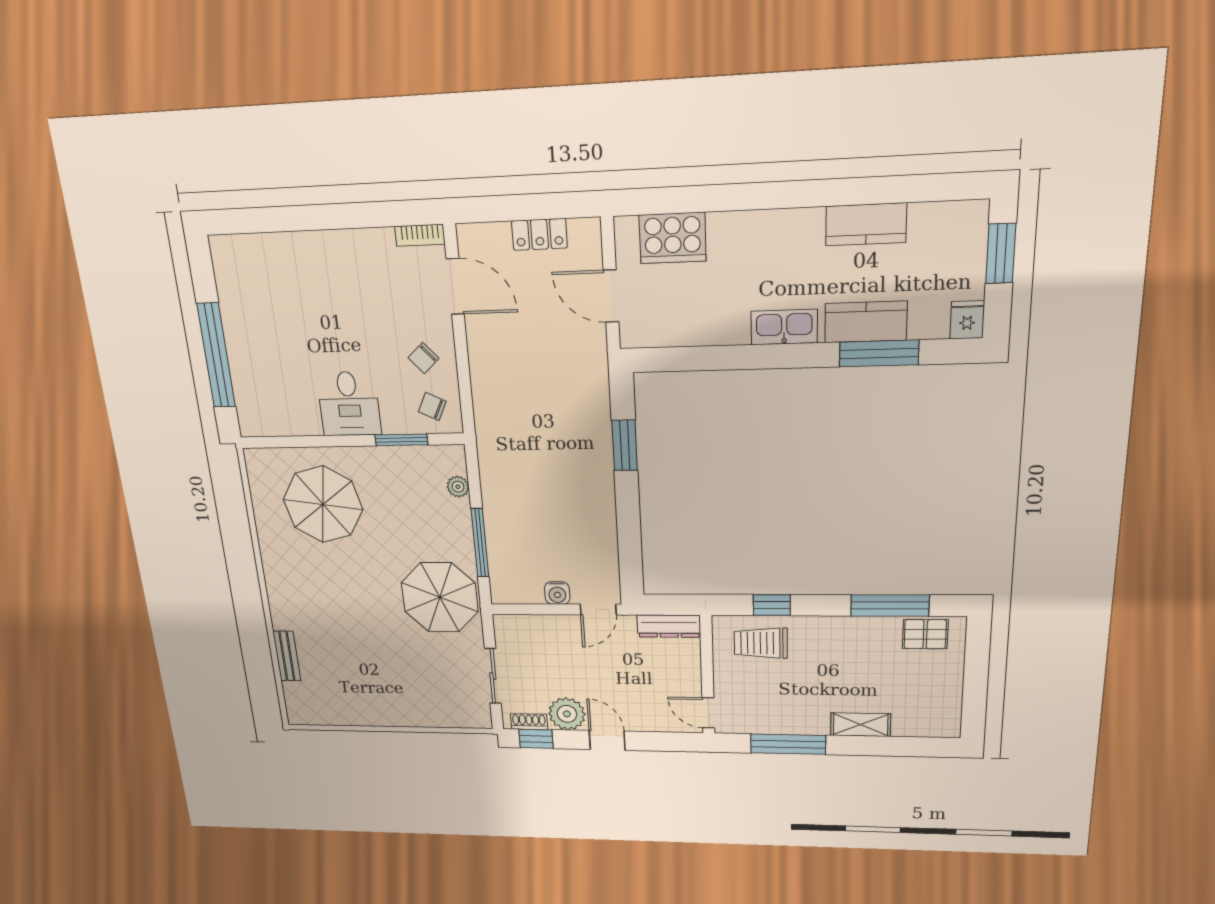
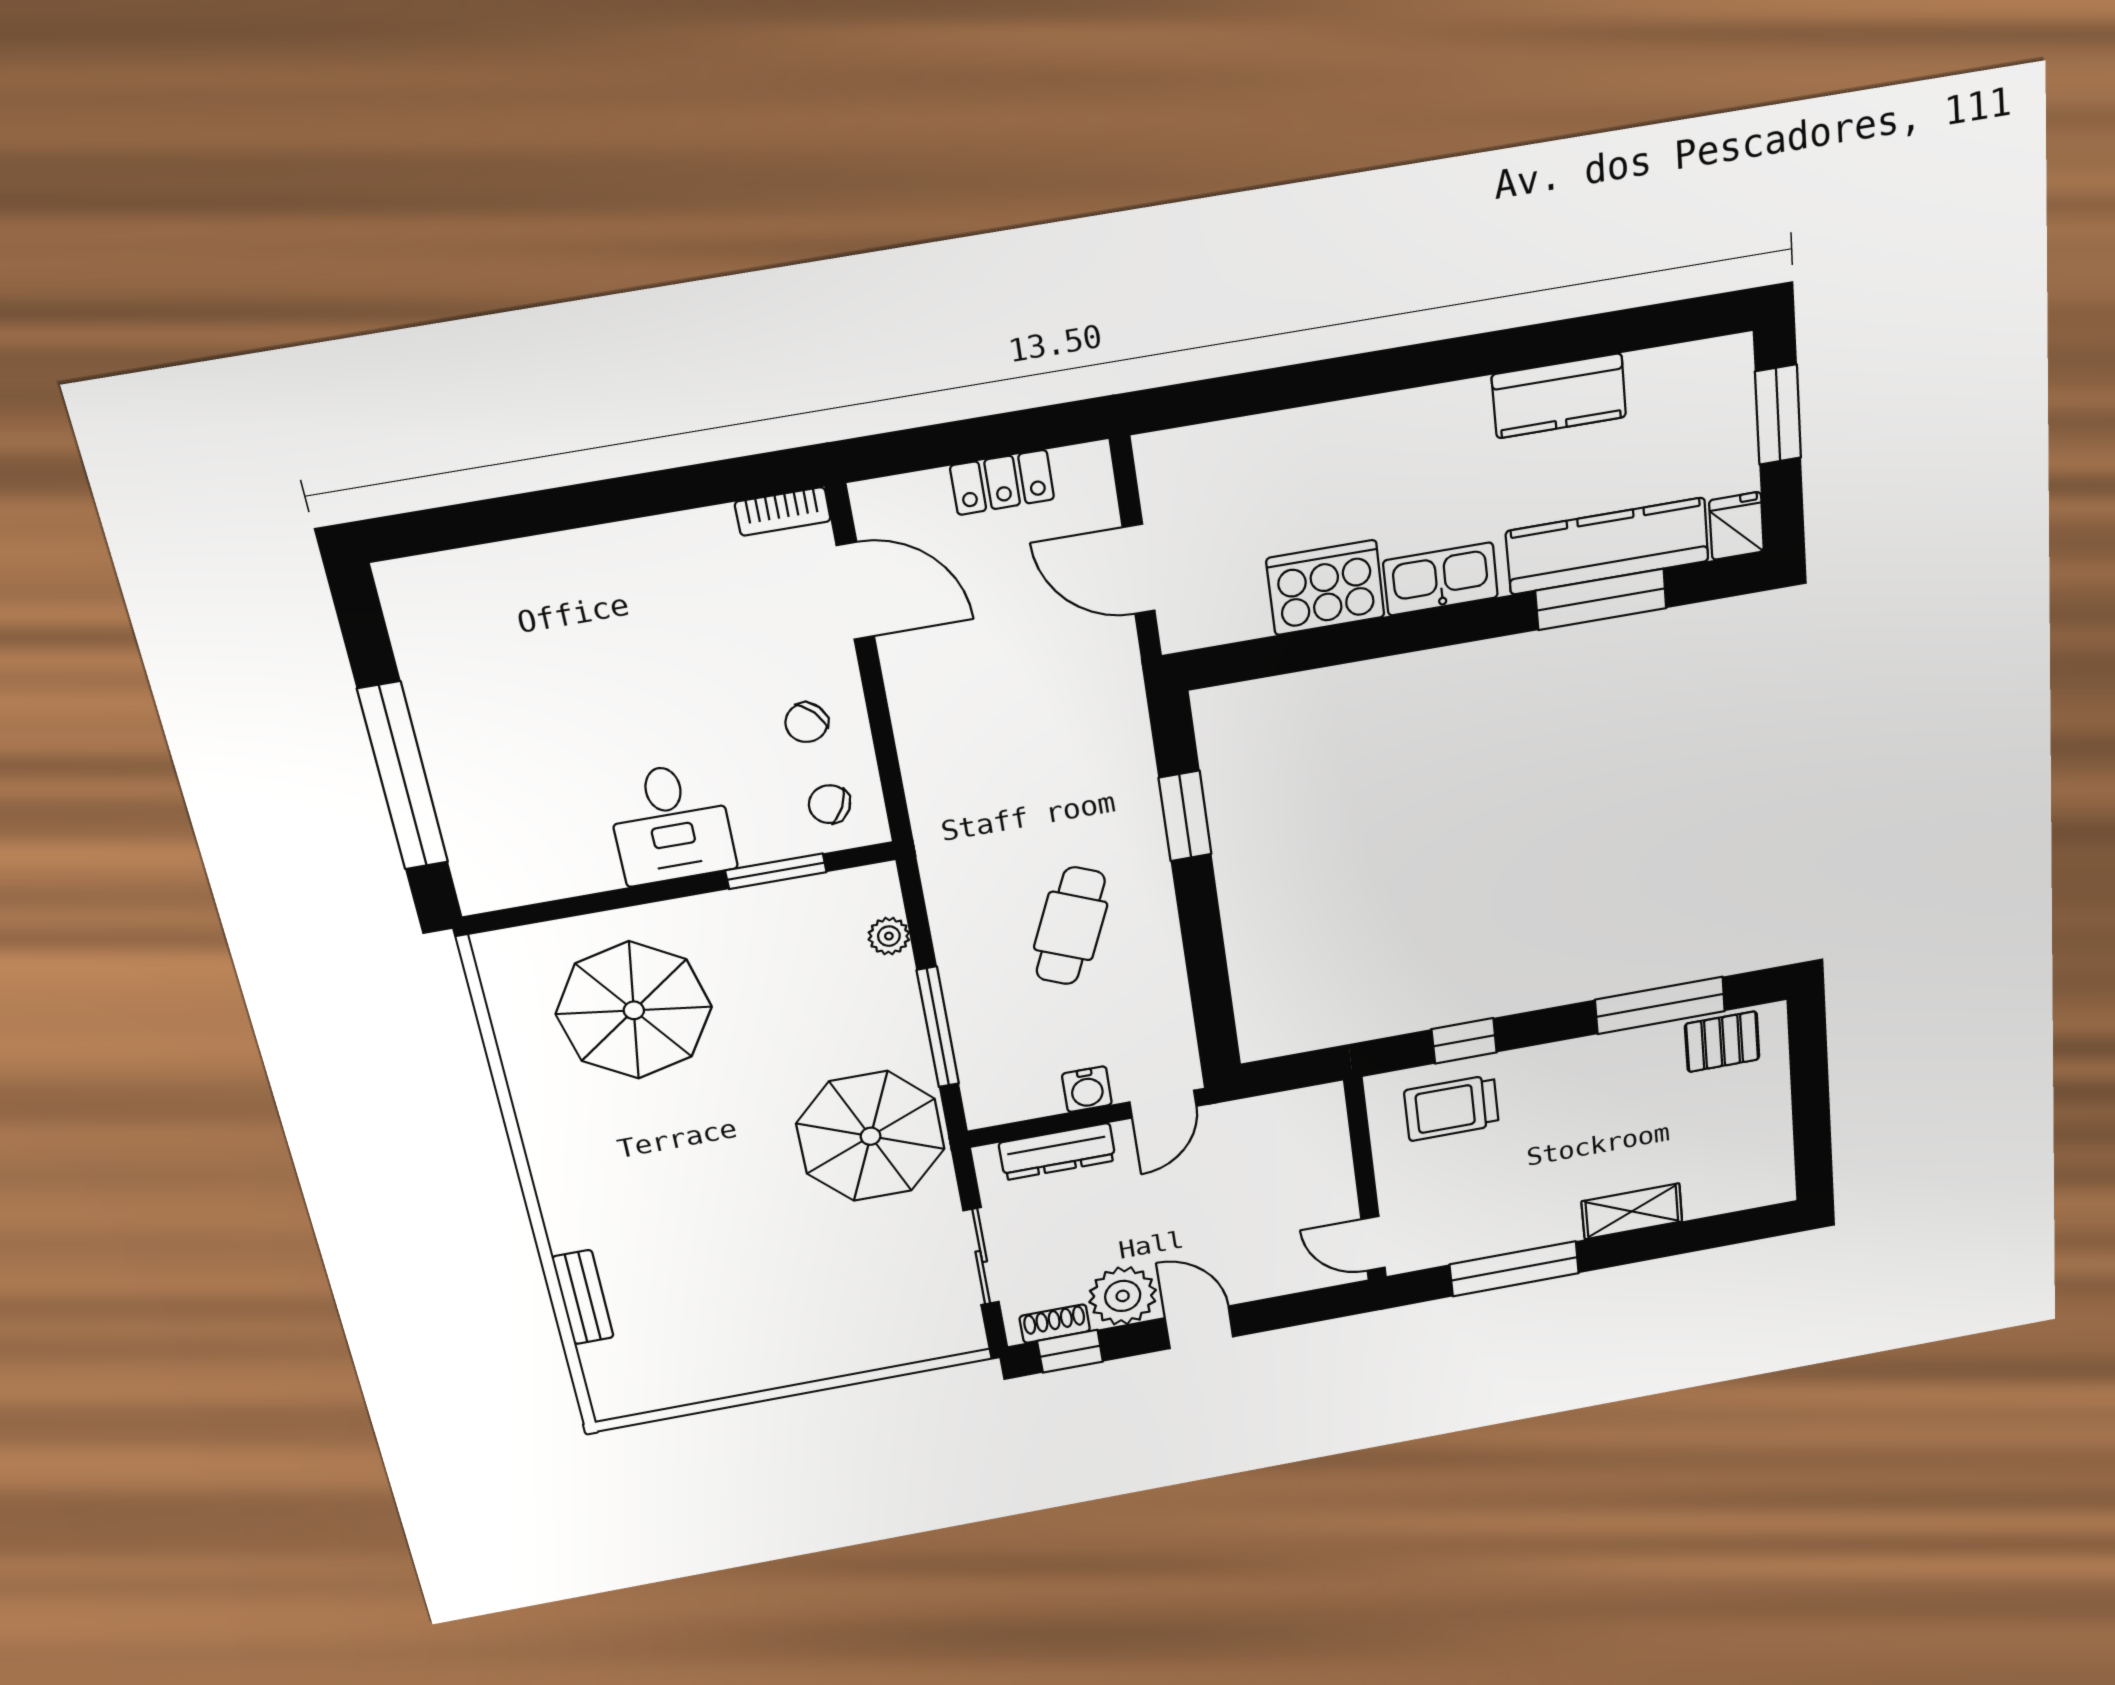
cooker: (673, 238) -> (1325, 588), moved, turned 180
kitchen counter: (866, 322) -> (1607, 546), width x1.50
cafe table: (556, 498) -> (1071, 926), added
dresser: (669, 626) -> (1057, 1152), moved

